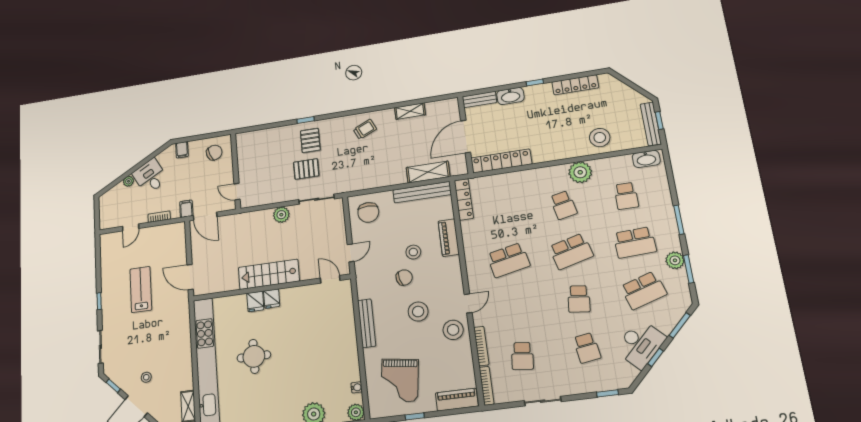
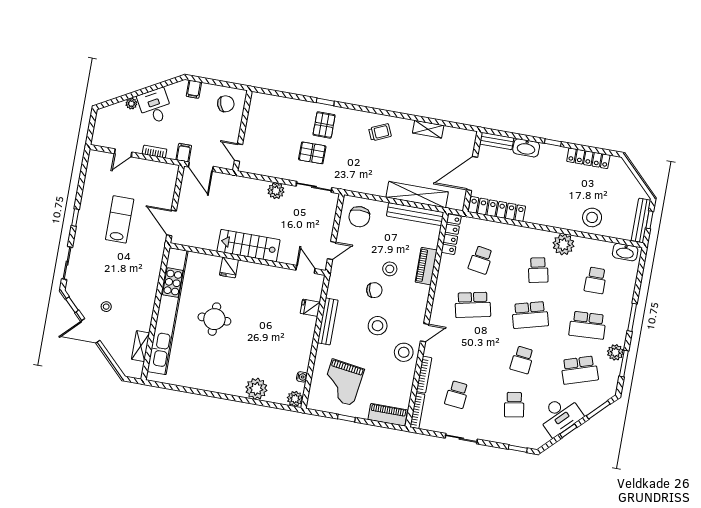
shelving: (428, 172) -> (417, 195), width x1.47
school desk: (502, 214) -> (481, 260), added
fridge: (272, 299) -> (310, 308), moved, turned 90

